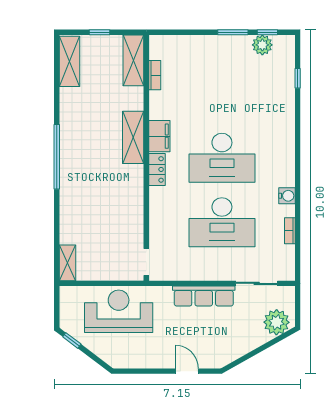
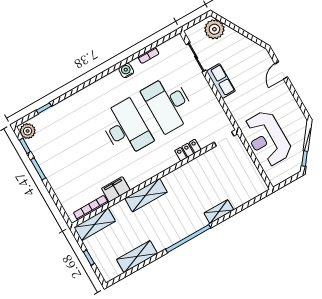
plant: (262, 45) -> (28, 131), moved
shelving: (69, 61) -> (137, 257), moved
bookcase: (155, 75) -> (91, 208), width x1.56
filing cabinet: (159, 136) -> (116, 189), moved
locker: (157, 169) -> (188, 150), moved
desk: (222, 222) -> (169, 104), turned 180
shelving: (67, 263) -> (219, 212), moved
row of seats: (204, 296) -> (221, 81), width x0.68

